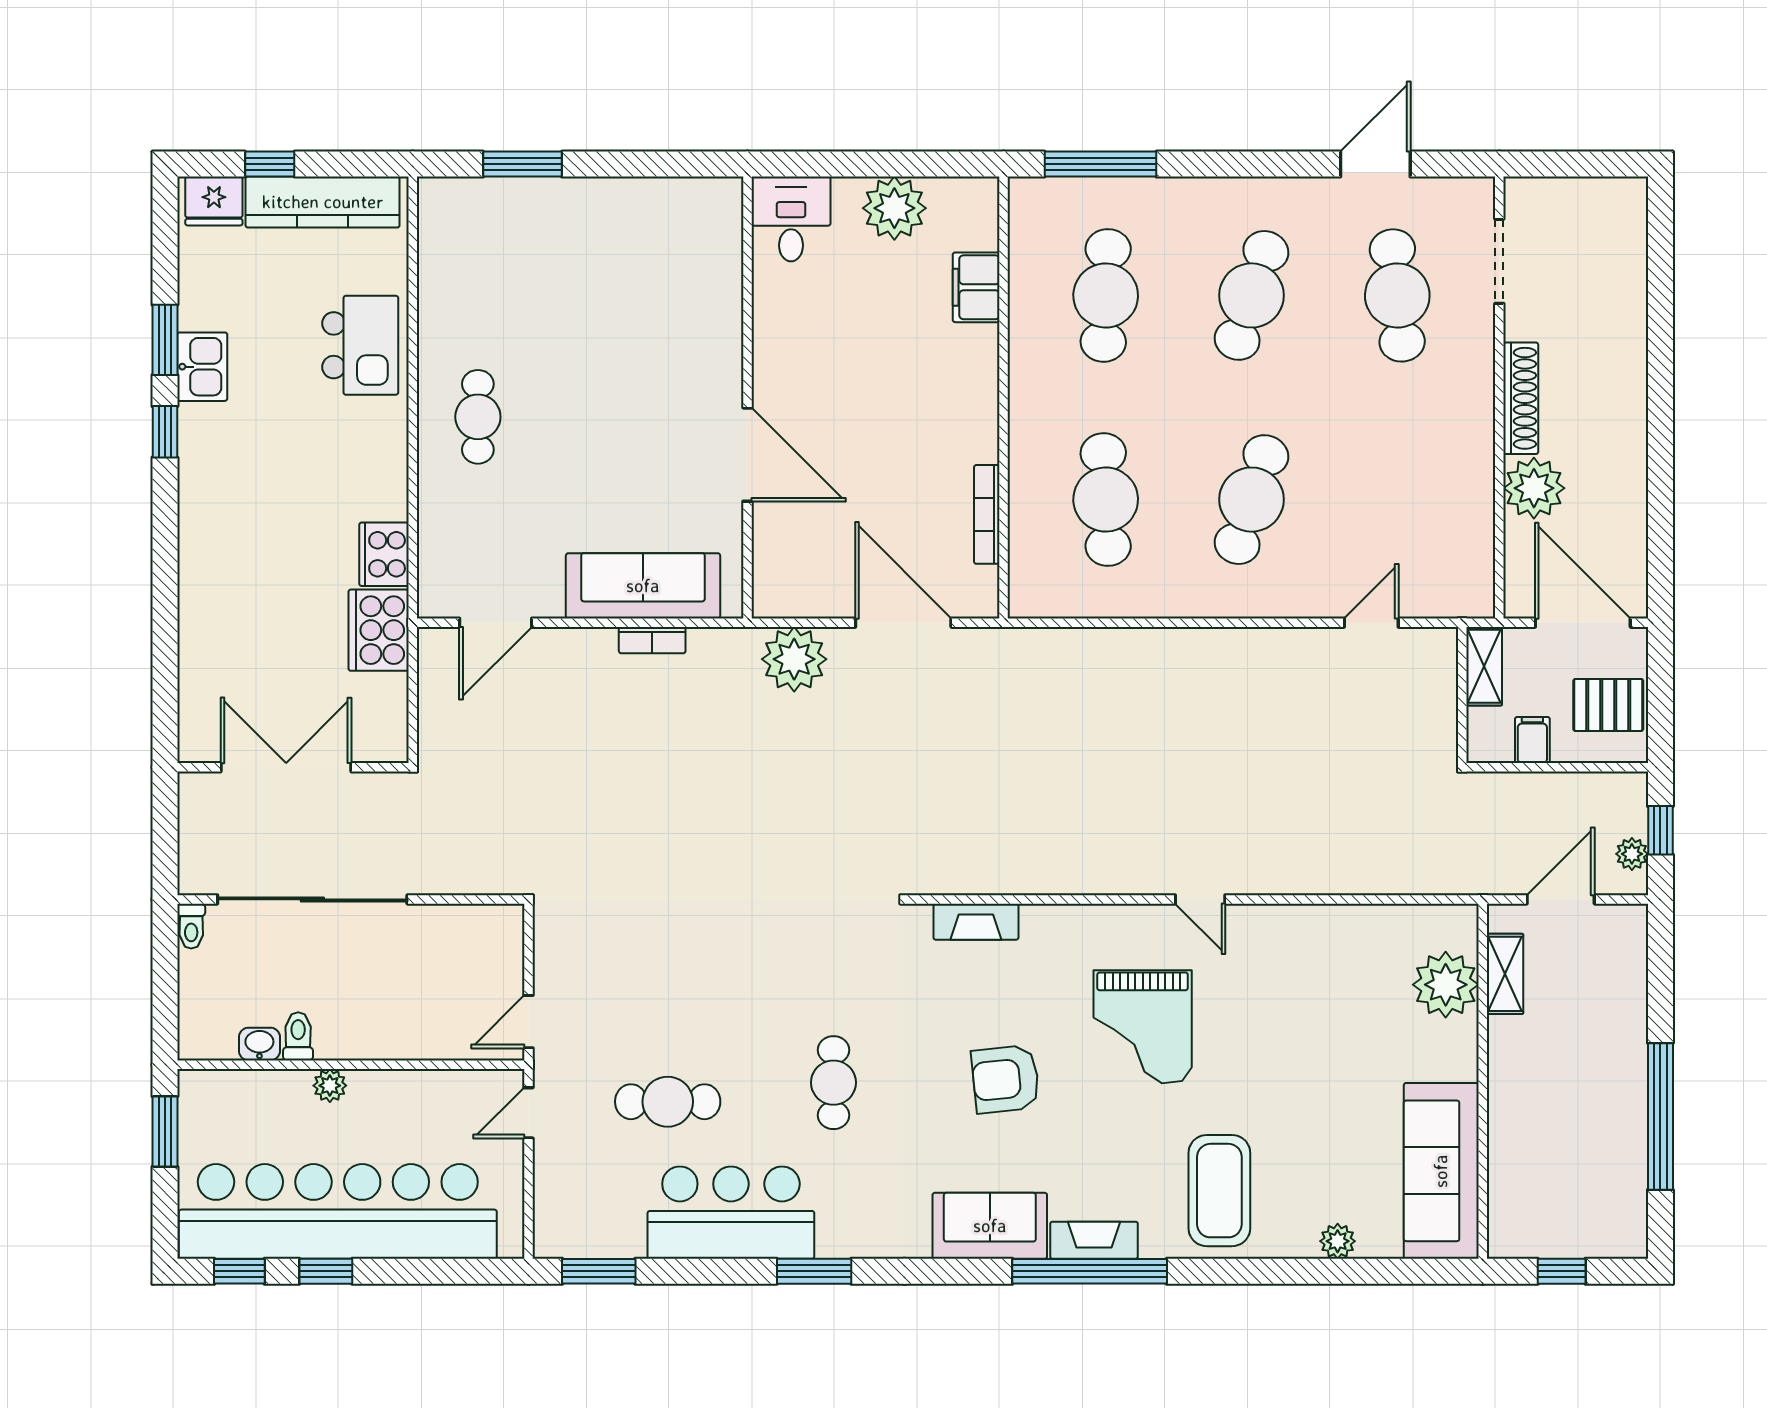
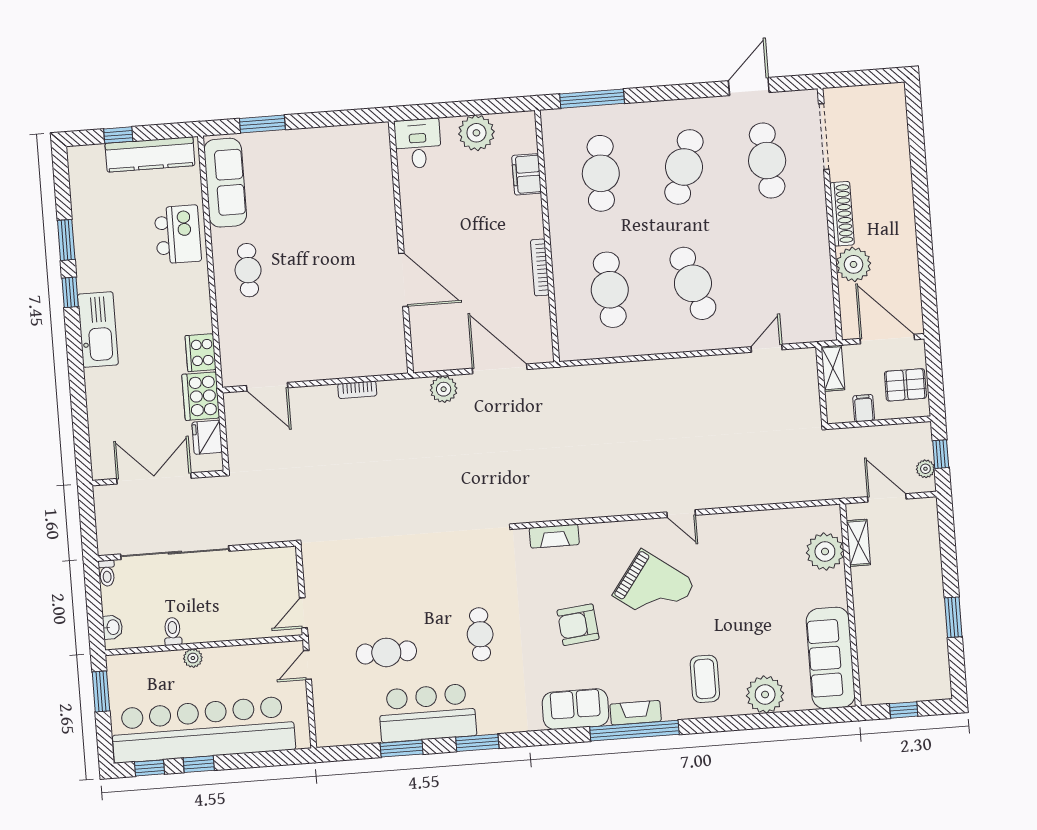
fridge: (214, 201) -> (207, 437), moved, turned 90
doorway: (1499, 261) -> (824, 137), width x1.36
kitchen sink: (202, 367) -> (98, 330), moved, width x1.87, depth x1.24
cafe table: (1251, 500) -> (693, 283), turned -36
bookcase: (987, 514) -> (540, 267), moved
sofa: (643, 586) -> (225, 183), moved, turned 90
door: (496, 623) -> (267, 387), hinge flipped
plant: (794, 659) -> (444, 389), width x0.73, depth x0.73
door: (1561, 899) -> (887, 498), hinge flipped
grand piano: (1143, 1027) -> (654, 589), turned -54
washbasin: (259, 1044) -> (113, 627), moved, turned 90
window: (1660, 1116) -> (953, 617), width x0.47
coffee table: (1219, 1191) -> (705, 679), width x0.73, depth x0.76
plant: (1338, 1241) -> (765, 694), width x1.87, depth x1.87
window: (599, 1271) -> (402, 749), moved

